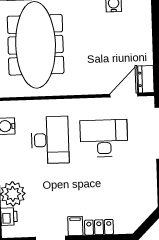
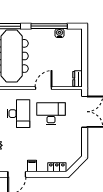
door: (124, 95) -> (44, 88), moved
locker: (99, 227) -> (57, 167), moved

